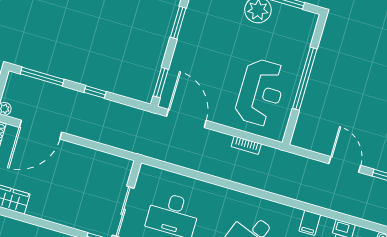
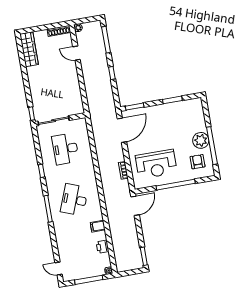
armchair: (287, 30) -> (198, 162), added
door: (41, 130) -> (76, 53), width x0.53
door: (345, 164) -> (135, 206), moved

